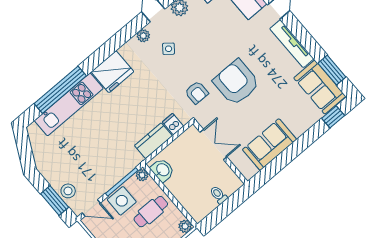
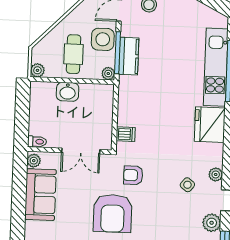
armchair: (236, 82) -> (113, 213), turned 90
kitchen counter: (153, 141) -> (129, 56), moved
washbasin: (162, 170) -> (68, 92), moved
plant: (250, 171) -> (34, 161), added
toilet: (219, 195) -> (37, 142), moved

